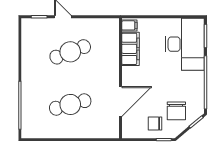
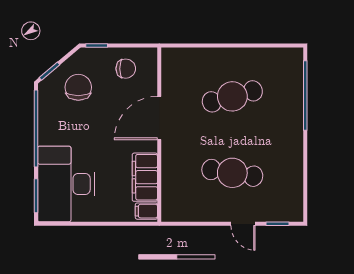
cafe table: (70, 52) -> (232, 173), turned 30
door: (121, 101) -> (159, 118), moved
chair: (155, 124) -> (126, 69), moved

